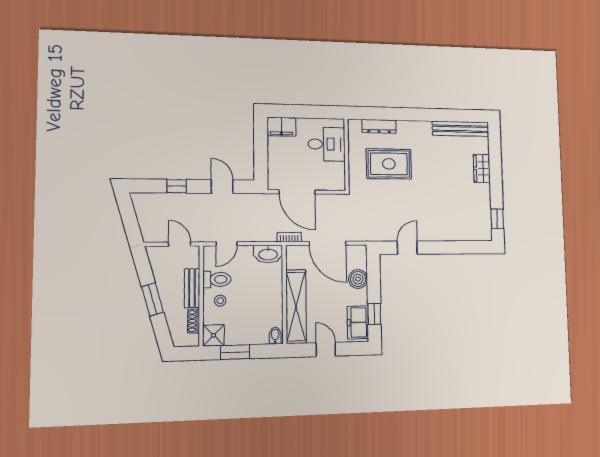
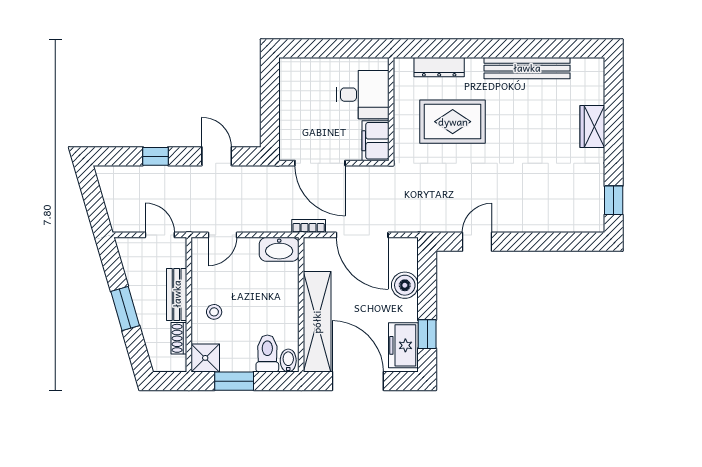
filing cabinet: (281, 127) -> (376, 141), moved, turned 90
bench: (461, 129) -> (527, 68), moved
toilet: (217, 279) -> (267, 354), moved, turned -90
door: (326, 349) -> (358, 381), width x1.87

